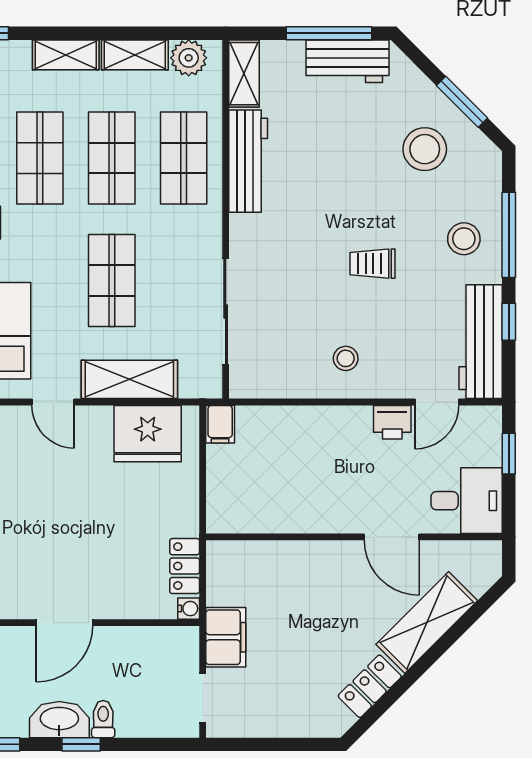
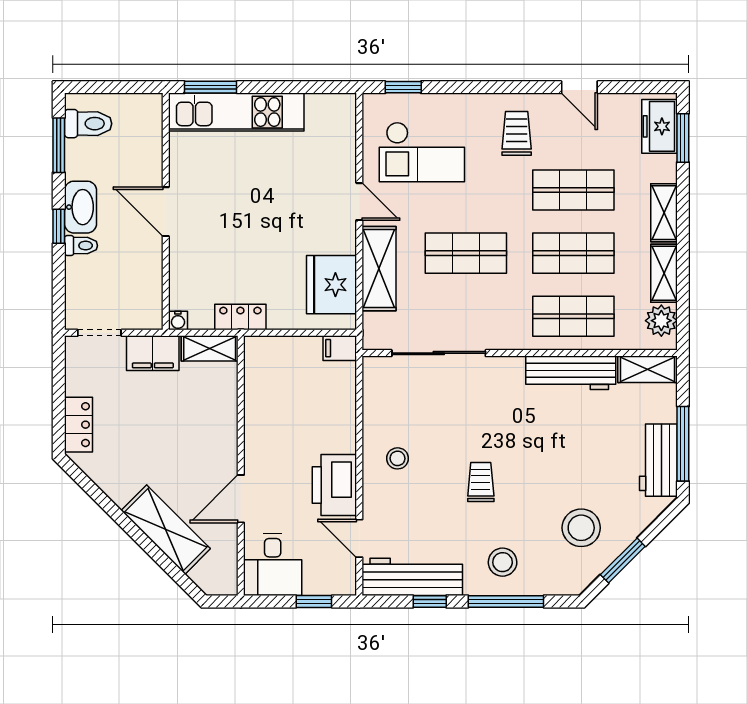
door: (53, 402) -> (359, 202), swing flipped
printer: (392, 422) -> (334, 485), width x1.87, depth x1.48
locker: (185, 566) -> (240, 317), moved
shelving: (220, 572) -> (210, 348), added
locker: (370, 686) -> (78, 425), moved, turned 45

